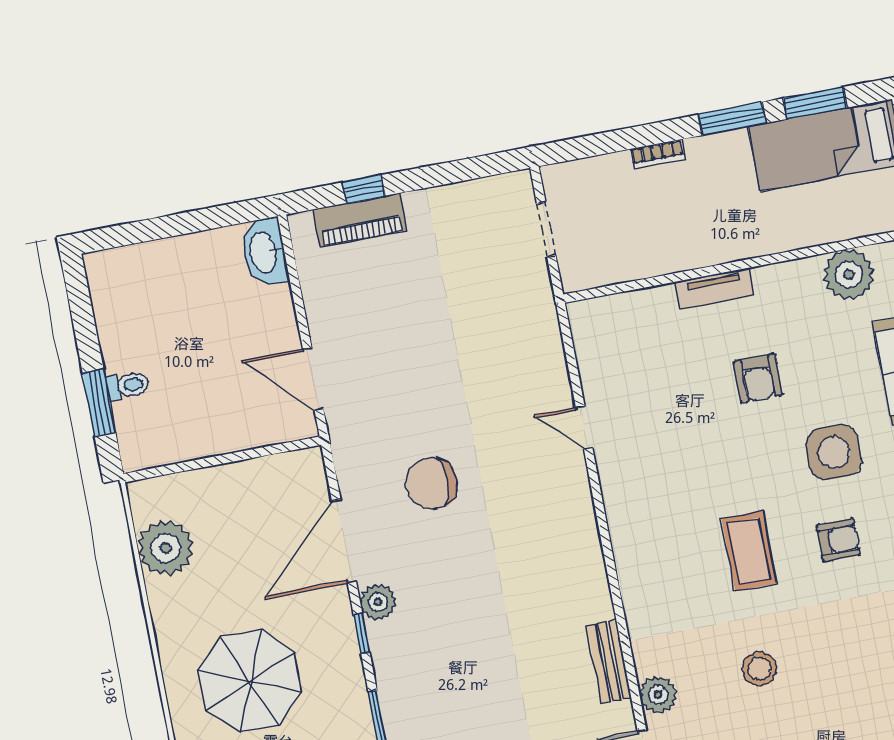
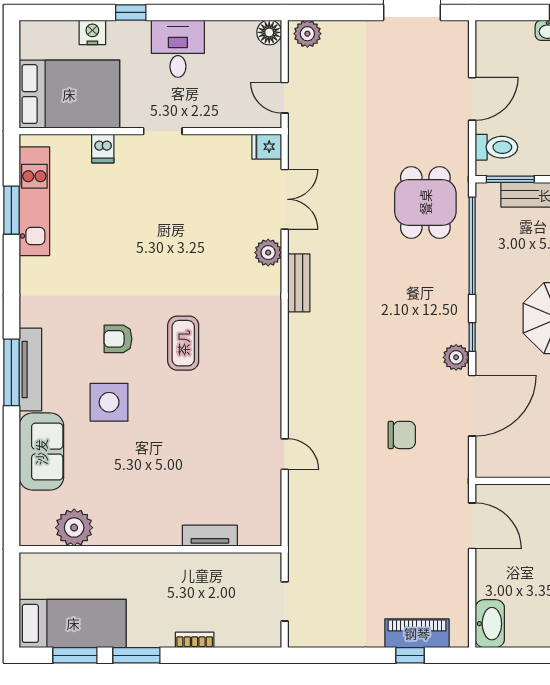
tv unit: (715, 289) -> (210, 536), moved
armchair: (758, 378) -> (153, 466), removed
chair: (431, 484) -> (402, 435), width x0.73, depth x0.73
stool: (759, 669) -> (192, 257), removed

